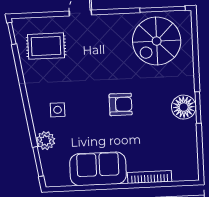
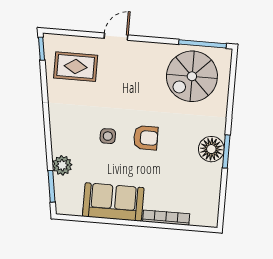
side table: (58, 110) -> (108, 136), moved

